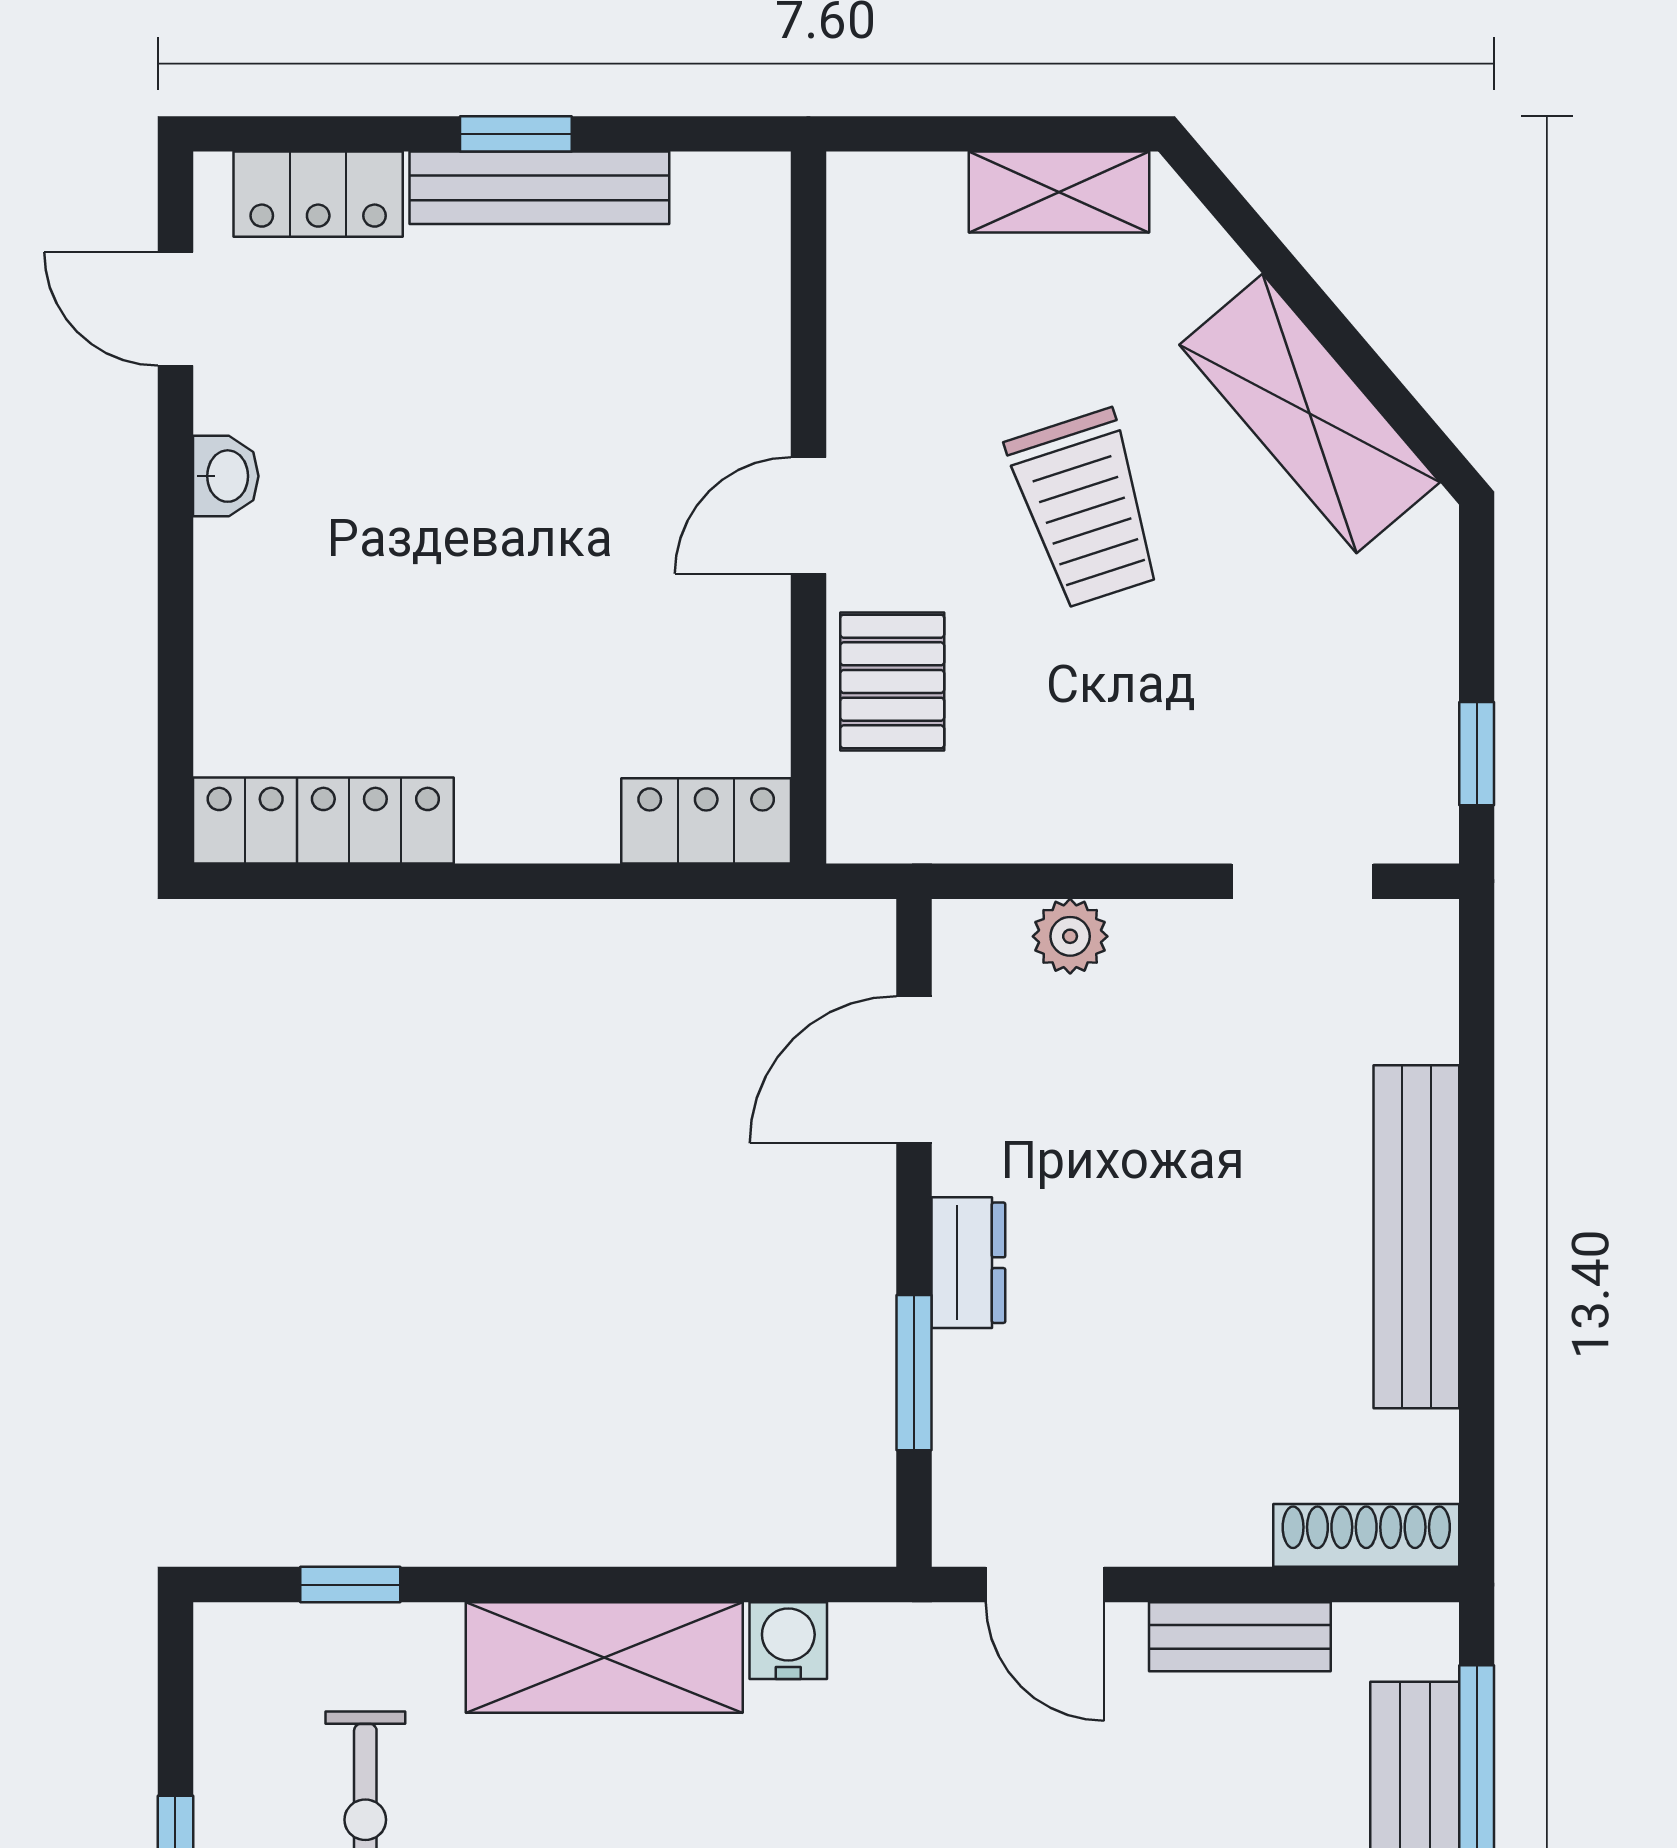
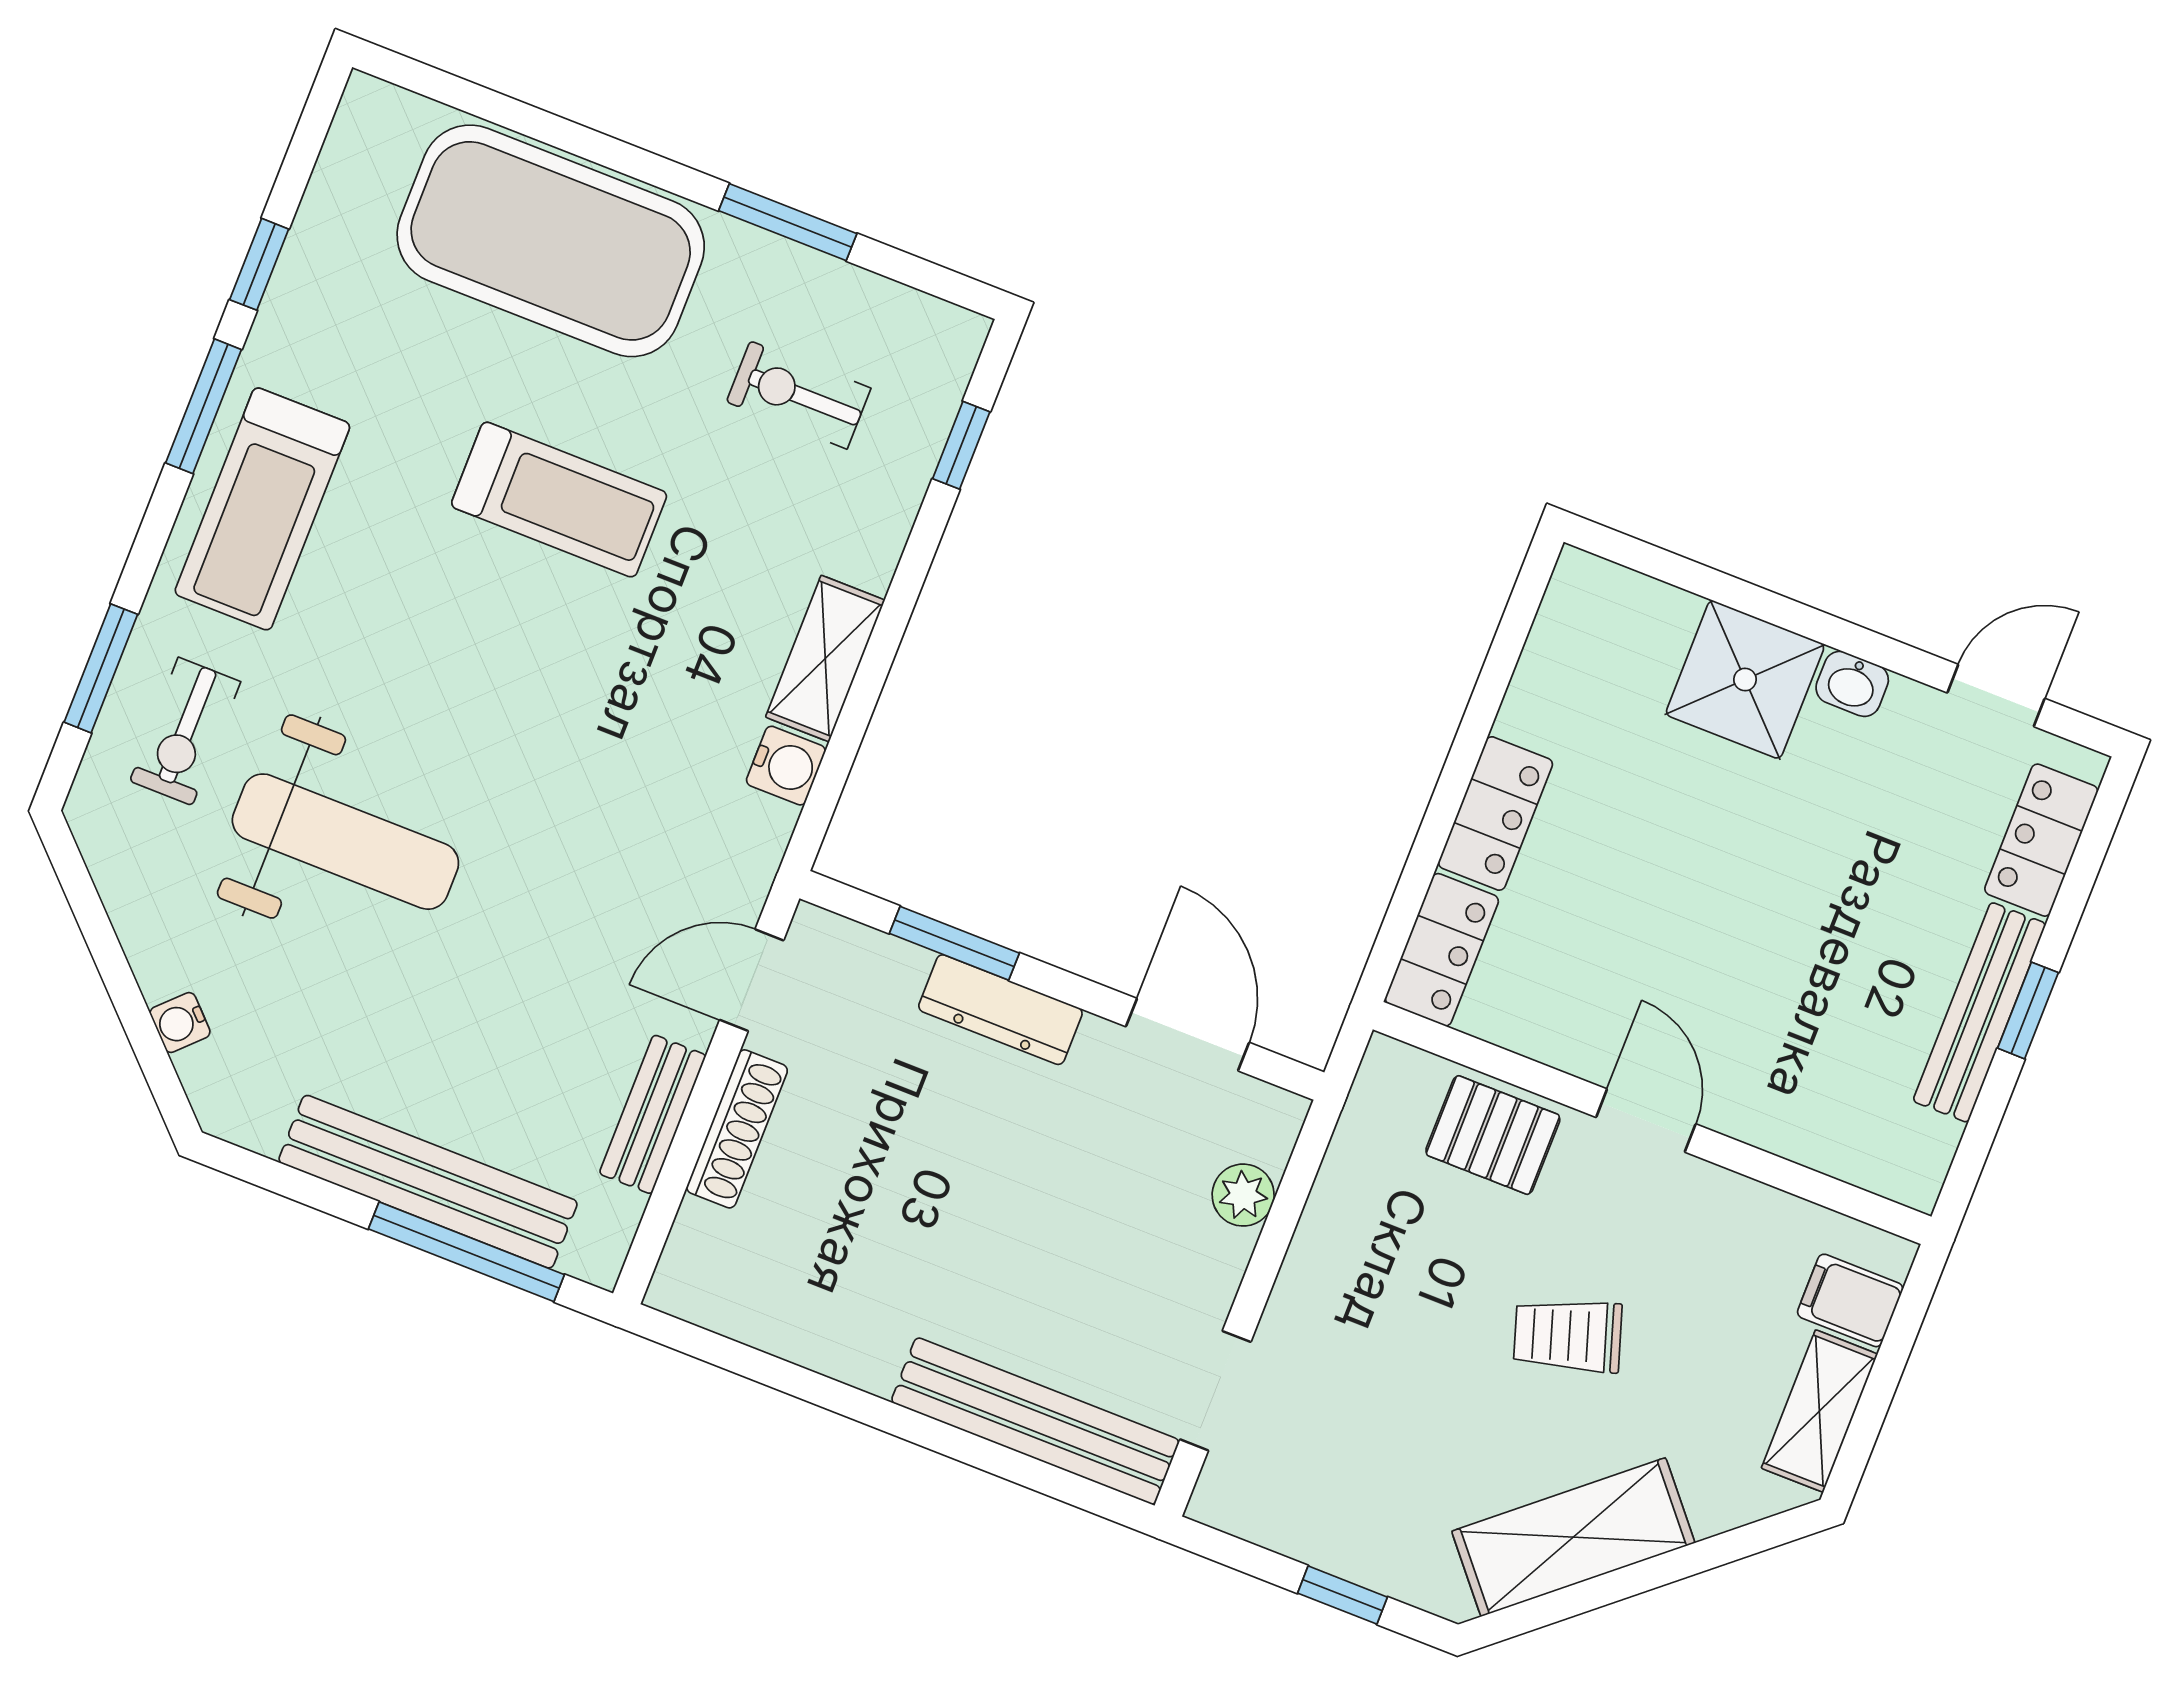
filing cabinet: (921, 206) -> (1850, 1300), added
trolley: (1085, 509) -> (1568, 1336), width x0.73, depth x0.72
shower: (268, 599) -> (1745, 680), added
window: (1477, 754) -> (1342, 1595), moved
locker: (323, 820) -> (1495, 813), moved, width x0.66
bench: (1416, 1237) -> (1035, 1421), moved
dresser: (968, 1263) -> (1000, 1010), width x1.44
shoe rack: (1366, 1535) -> (737, 1129), moved
shelving: (604, 1658) -> (825, 659), width x0.67, depth x0.75

